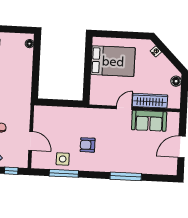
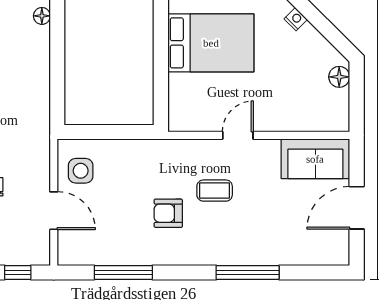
wardrobe: (150, 101) -> (289, 118), removed
sofa: (149, 121) -> (315, 159), moved
coffee table: (111, 135) -> (215, 191), added
side table: (63, 159) -> (81, 171), moved

